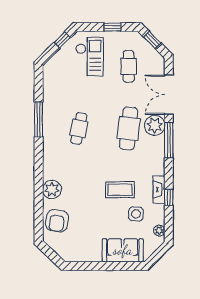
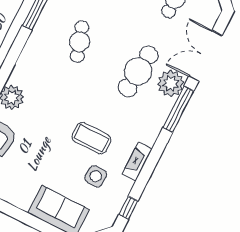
cafe table: (79, 128) -> (80, 42), turned -30
window: (169, 197) -> (128, 208), moved
plant: (159, 231) -> (113, 210), removed

